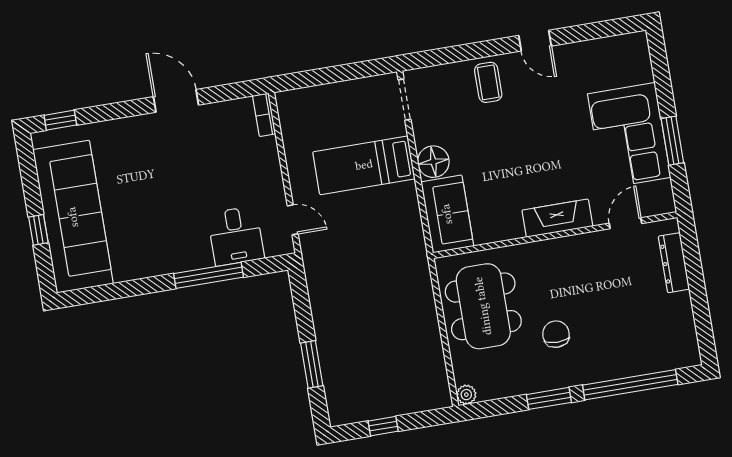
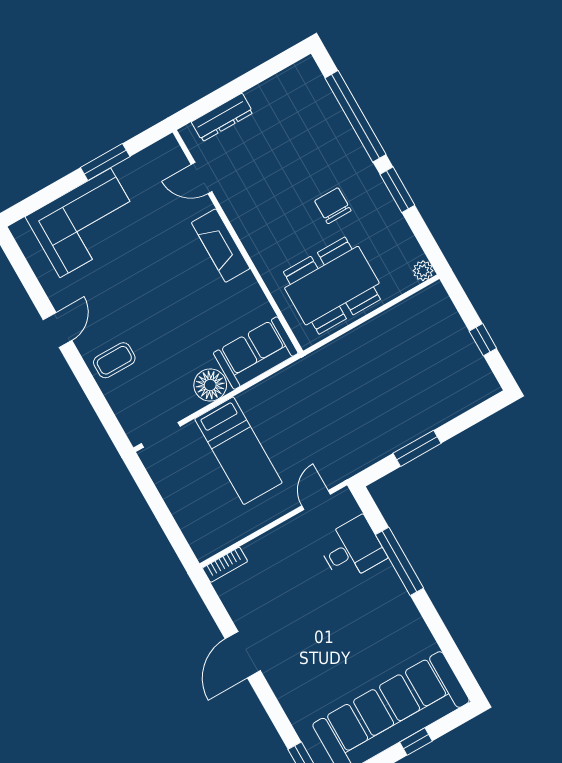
corner sofa: (629, 136) -> (85, 223), moved
chair: (556, 334) -> (333, 206), turned 90
window: (312, 364) -> (417, 448), moved

